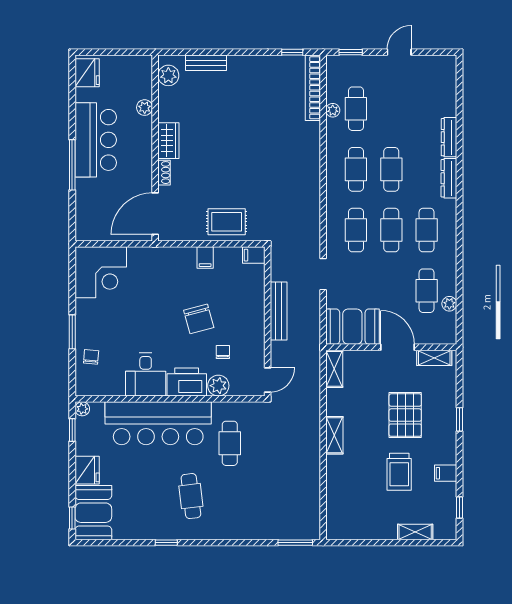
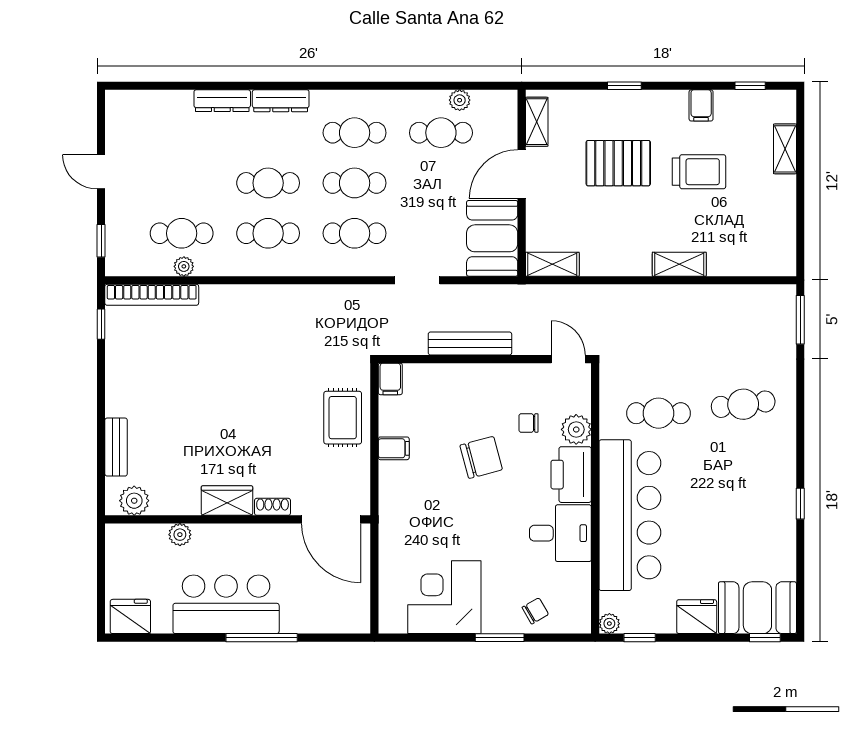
corner desk: (101, 272) -> (444, 597), moved, turned -90
chair: (91, 357) -> (535, 611), turned 145
shelving: (334, 435) -> (679, 264), moved
cafe table: (191, 496) -> (743, 404), moved

